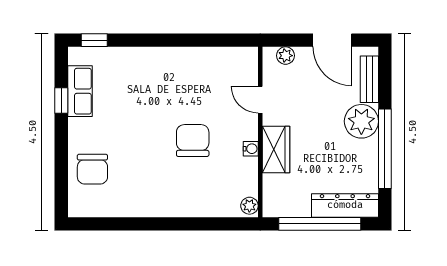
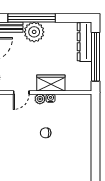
chair: (193, 141) -> (46, 133), width x0.54, depth x0.54
window: (385, 149) -> (32, 18), moved
plant: (249, 206) -> (40, 99), moved

